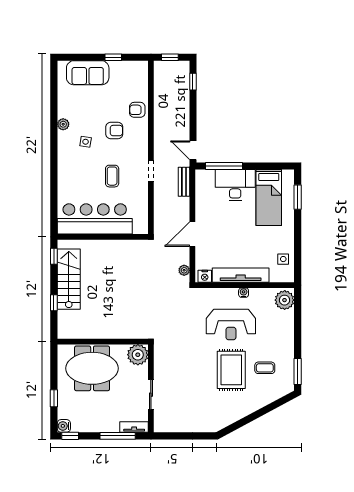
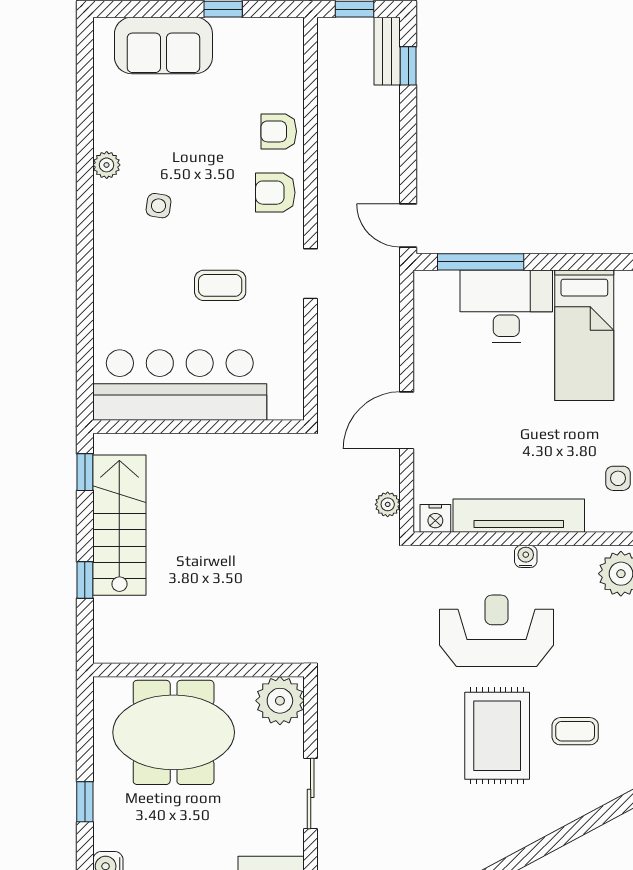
armchair: (114, 131) -> (275, 193), moved, turned 180
coffee table: (112, 176) -> (220, 285), turned 90
bench: (184, 182) -> (387, 51), moved
reception desk: (231, 325) -> (496, 631), turned 180

